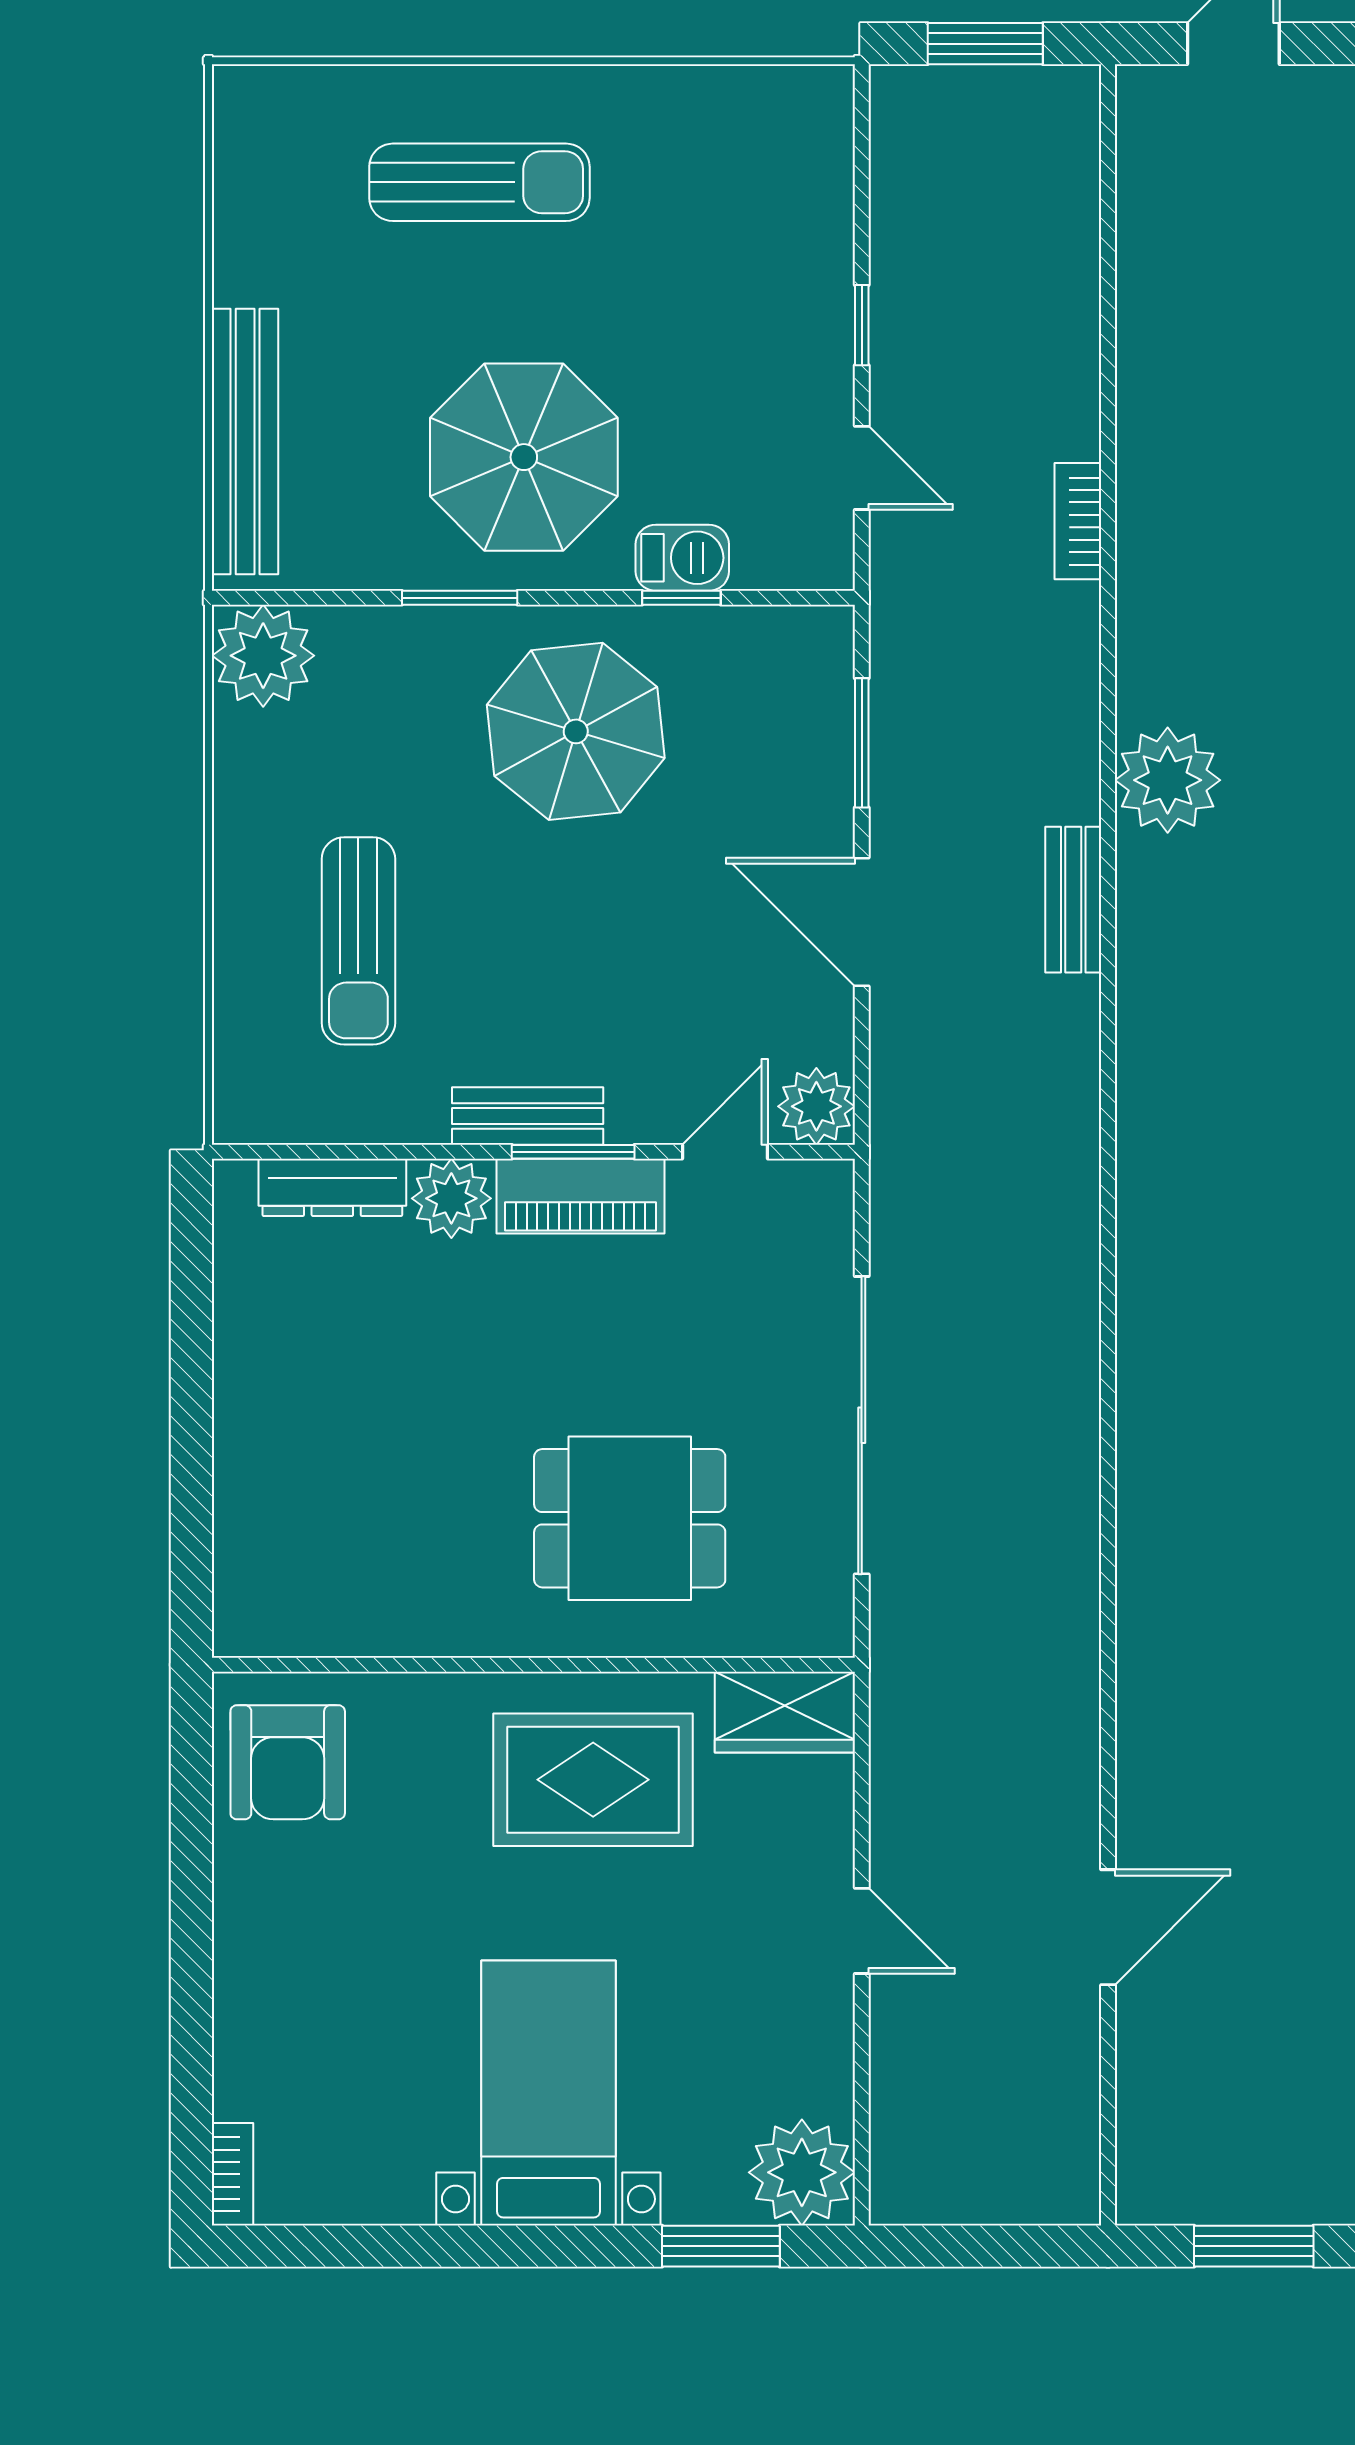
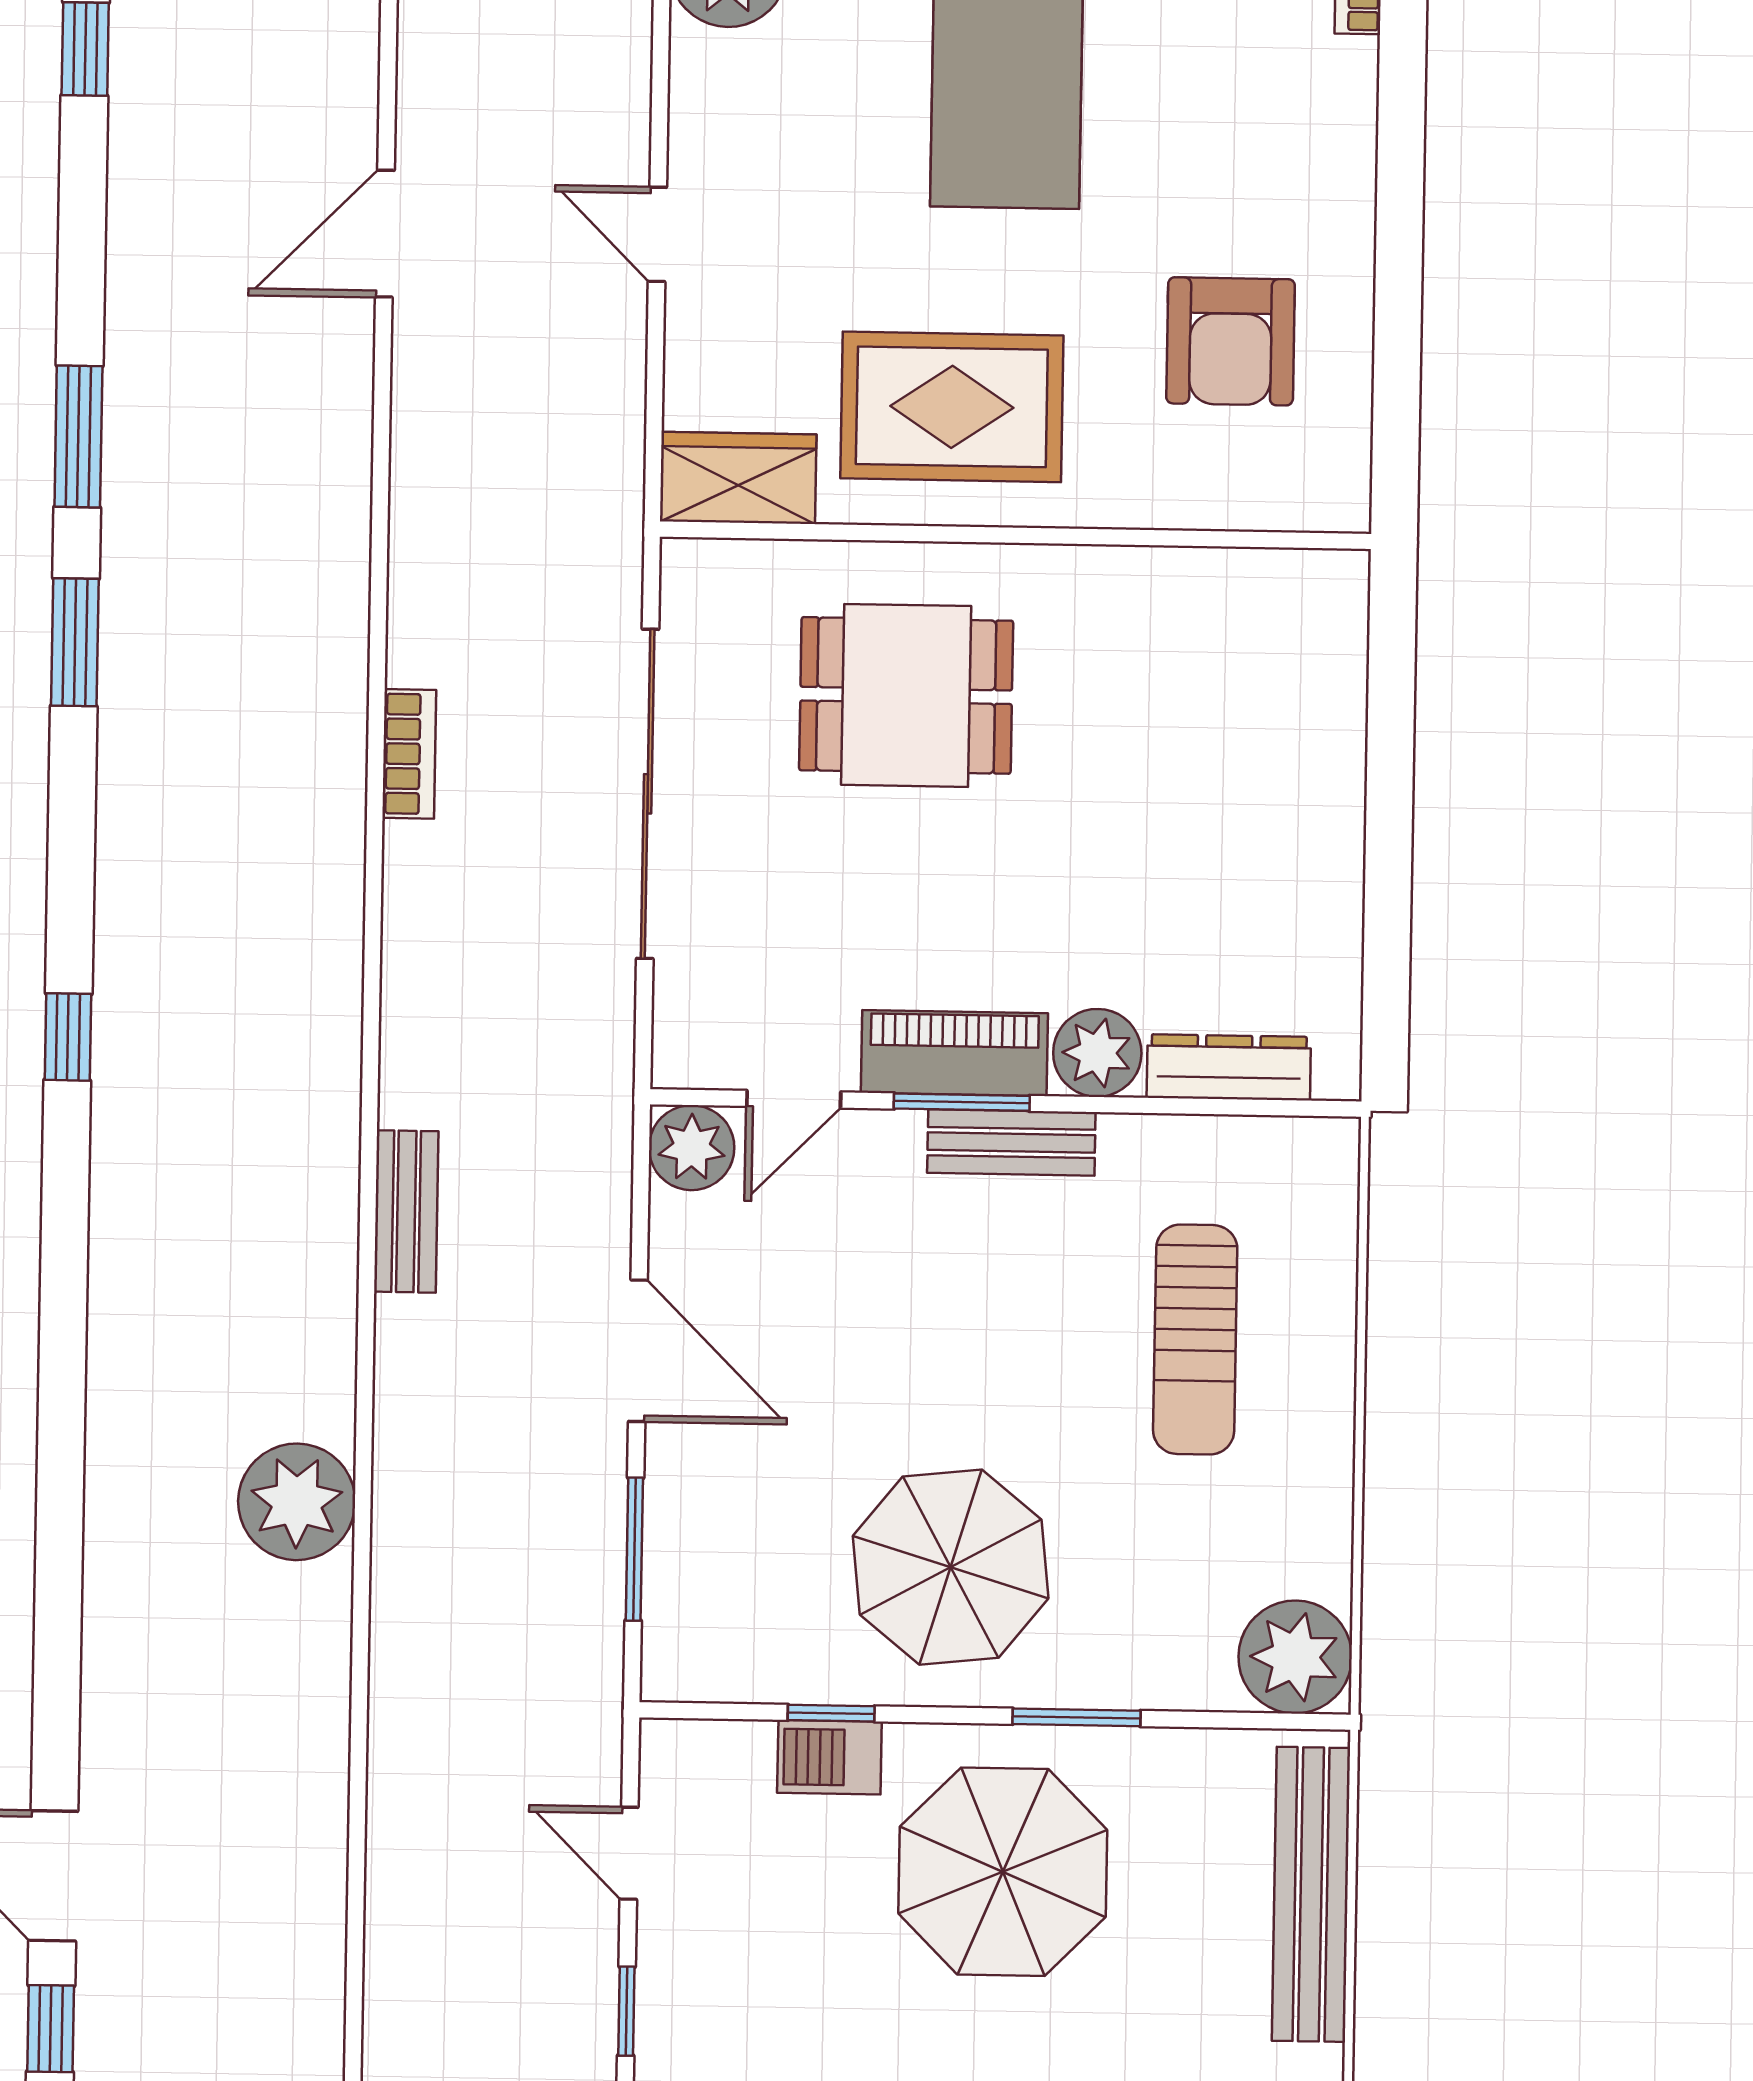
bookcase: (1078, 521) -> (409, 754), moved
bench: (1073, 900) -> (406, 1211), moved
sun lounger: (358, 941) -> (1195, 1340), turned 180
armchair: (288, 1762) -> (1231, 341), moved, turned 180

